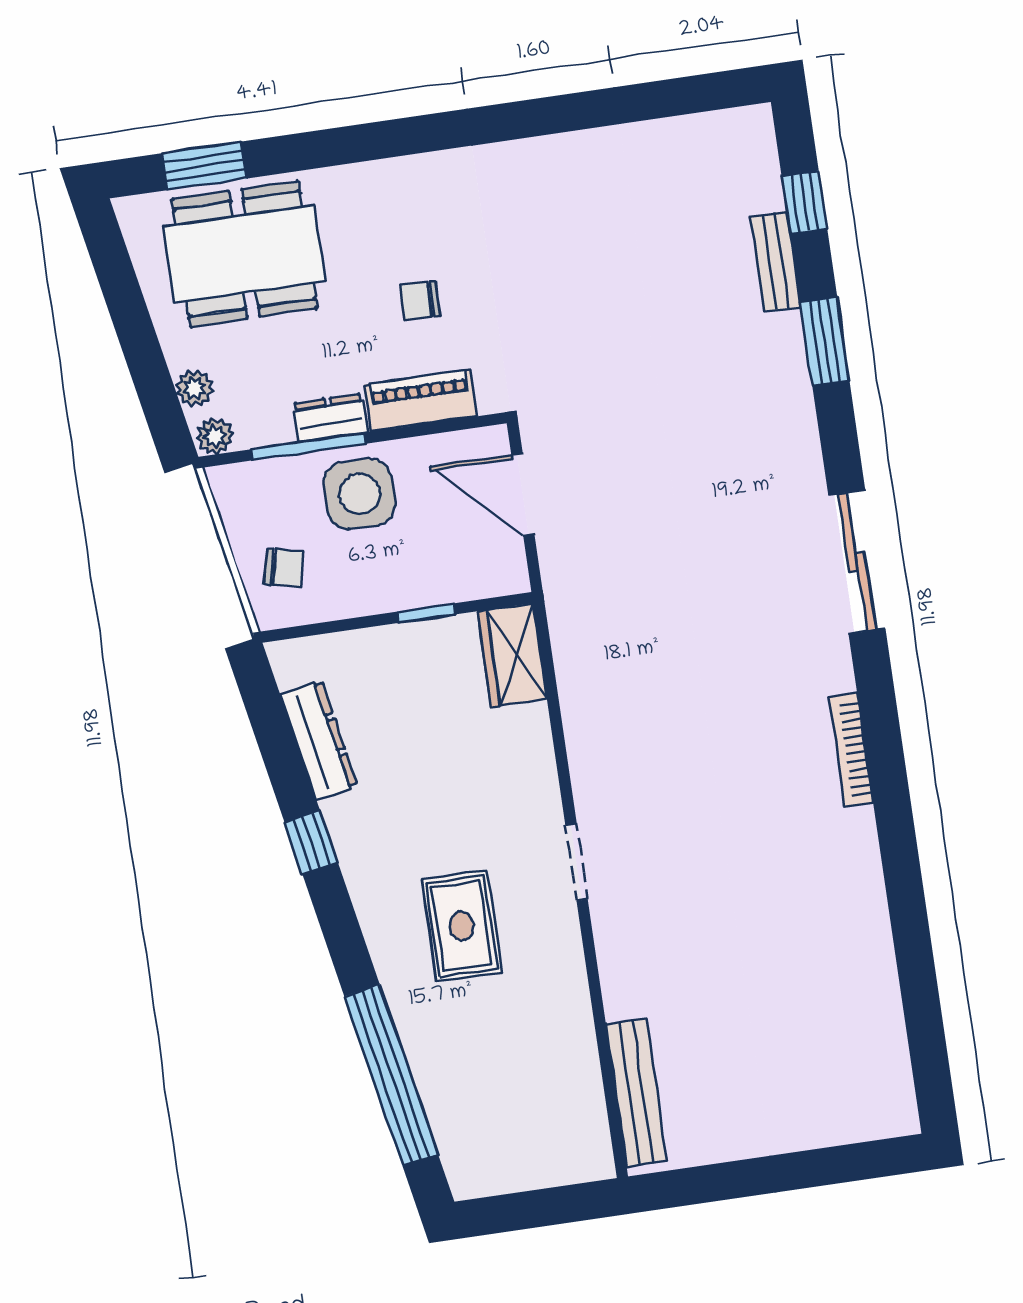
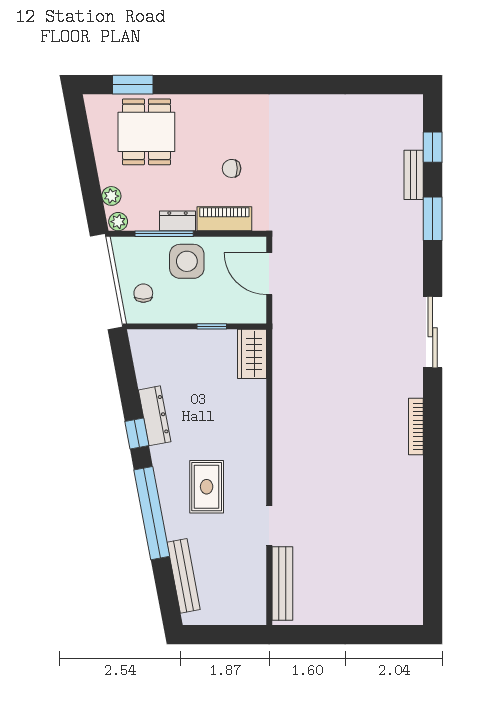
dining table: (244, 254) -> (146, 132), width x0.73
chair: (284, 568) -> (143, 293), turned -103
dresser: (319, 740) -> (155, 416), moved
doorway: (577, 862) -> (269, 525), moved
window: (391, 1075) -> (152, 513), moved
bench: (442, 1106) -> (184, 576), added

